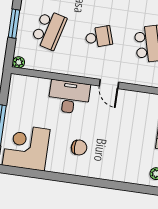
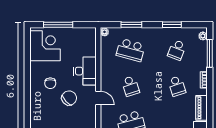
door: (109, 84) -> (98, 98), swing flipped
chair: (103, 124) -> (69, 98), added

